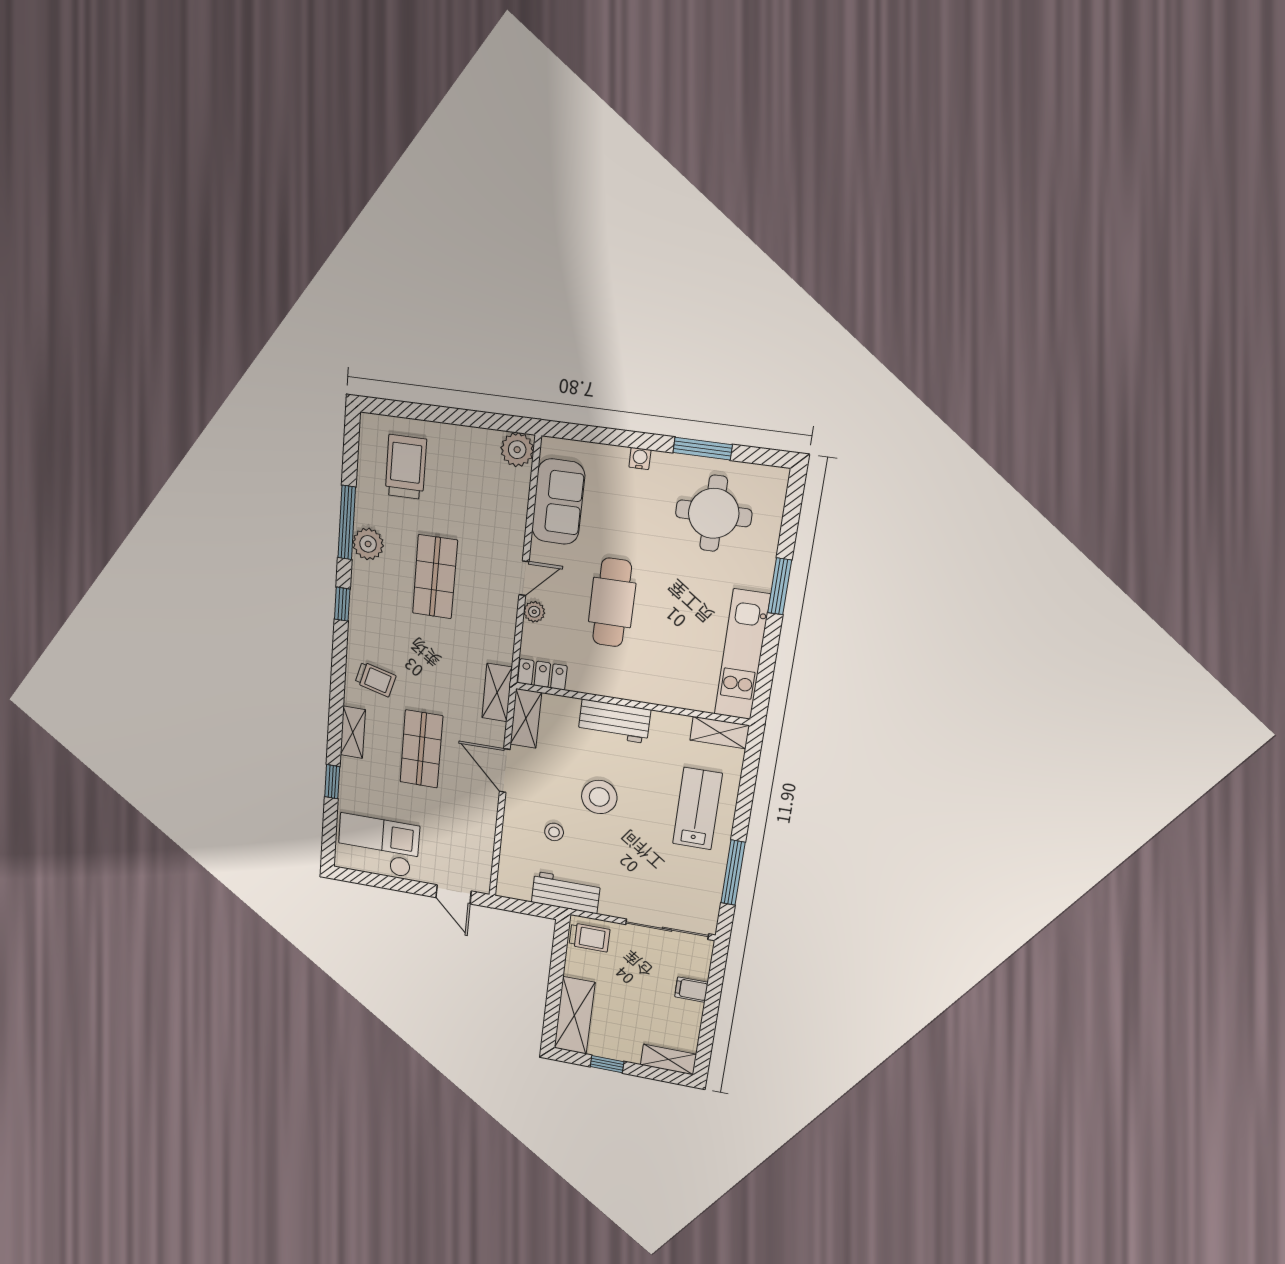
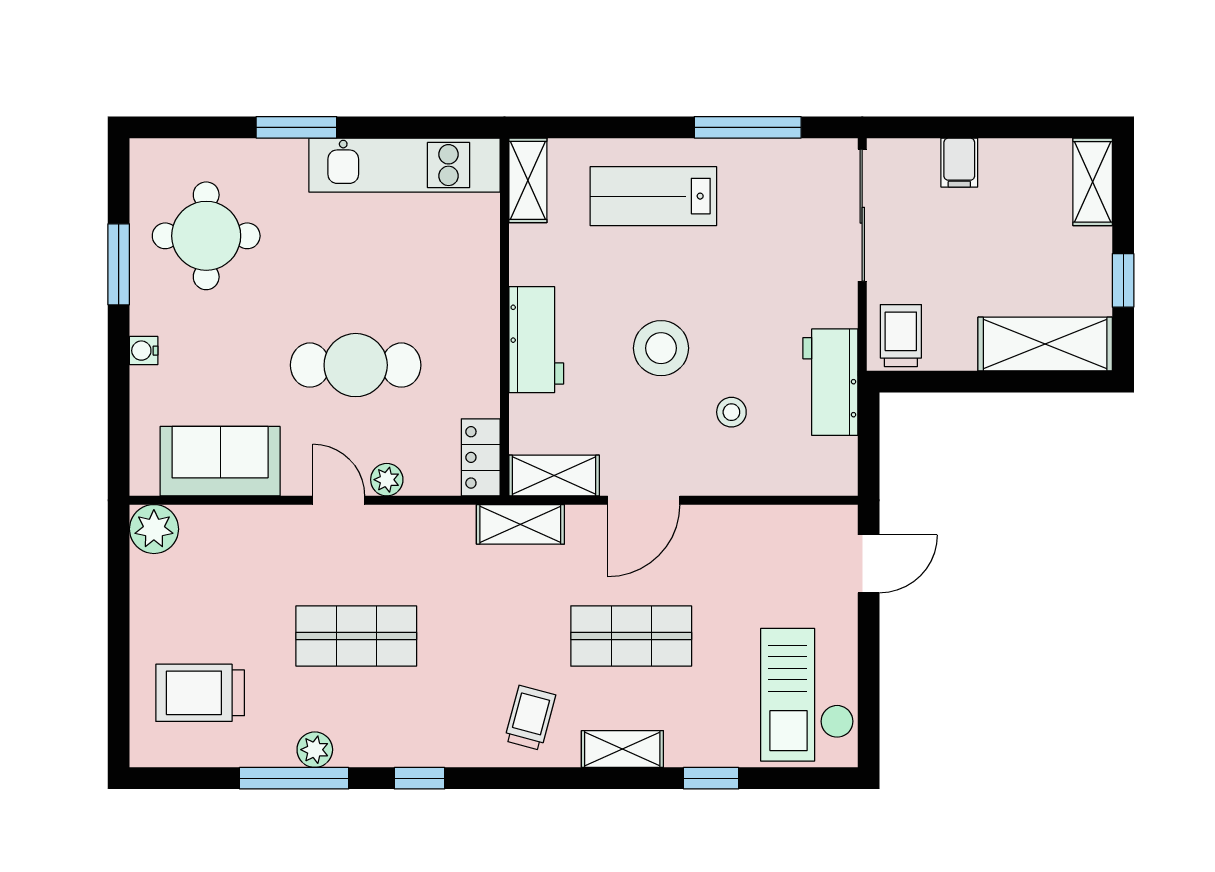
plant: (368, 544) -> (315, 750), width x0.73, depth x0.73

